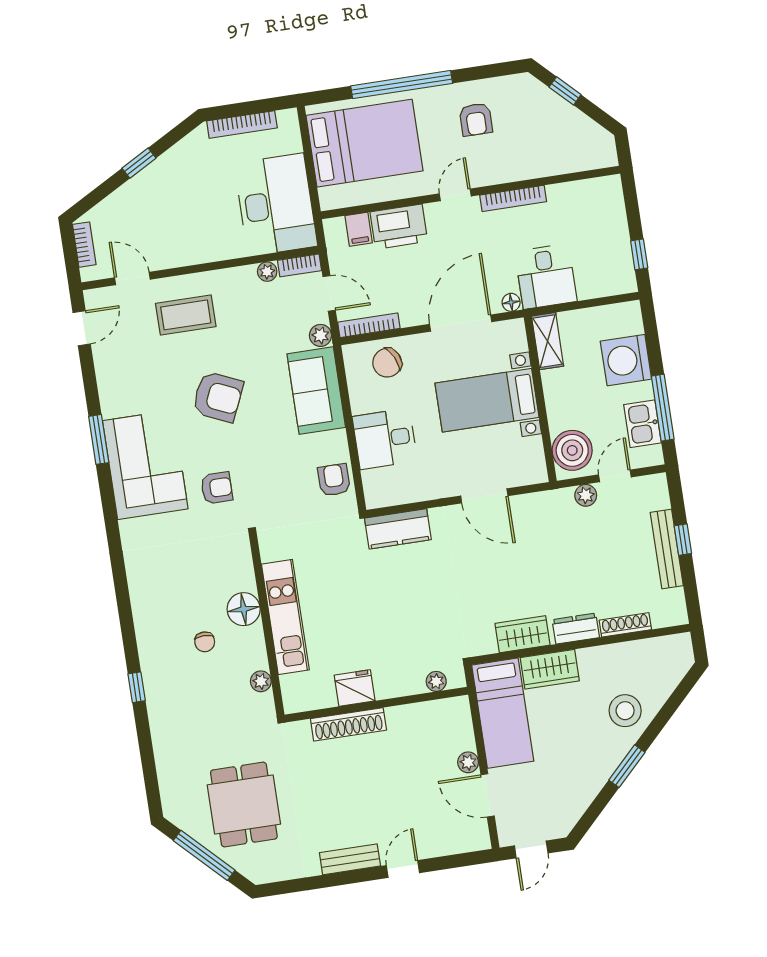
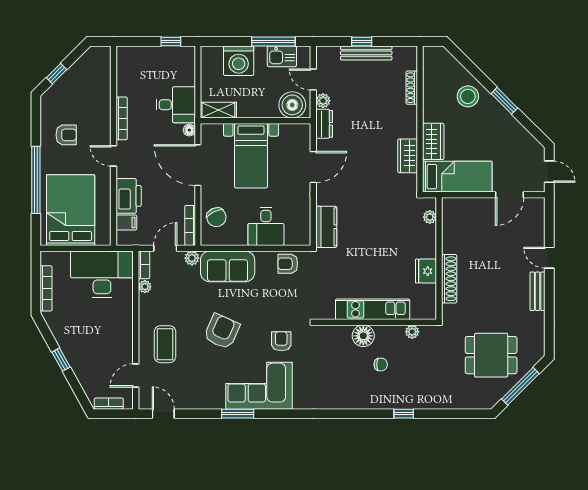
dresser: (576, 629) -> (324, 124), moved, turned 180
plant: (468, 762) -> (486, 204), removed

